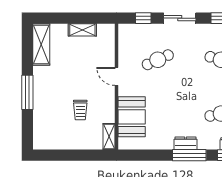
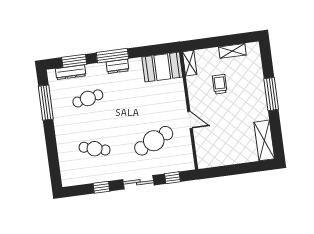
shelving: (82, 30) -> (232, 51), moved
cafe table: (158, 60) -> (154, 141), width x1.37, depth x1.35
booth: (132, 117) -> (162, 67), moved, turned 90

